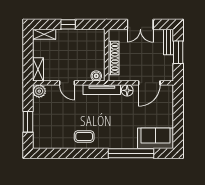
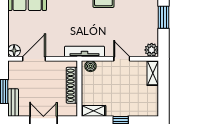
shelving: (44, 34) -> (93, 111), moved
floor lamp: (127, 90) -> (14, 51), moved

